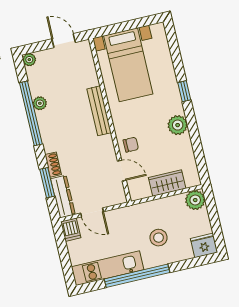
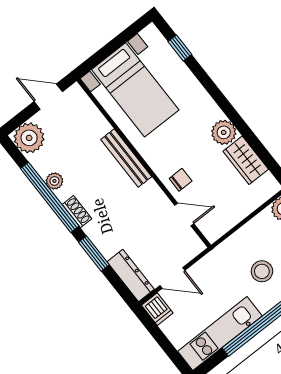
plant: (29, 60) -> (29, 138), width x1.88, depth x1.88
window: (184, 91) -> (180, 48), moved
shoe rack: (53, 165) -> (77, 212), moved
window: (47, 183) -> (94, 254), moved
wardrobe: (167, 183) -> (246, 160), moved, turned -90

